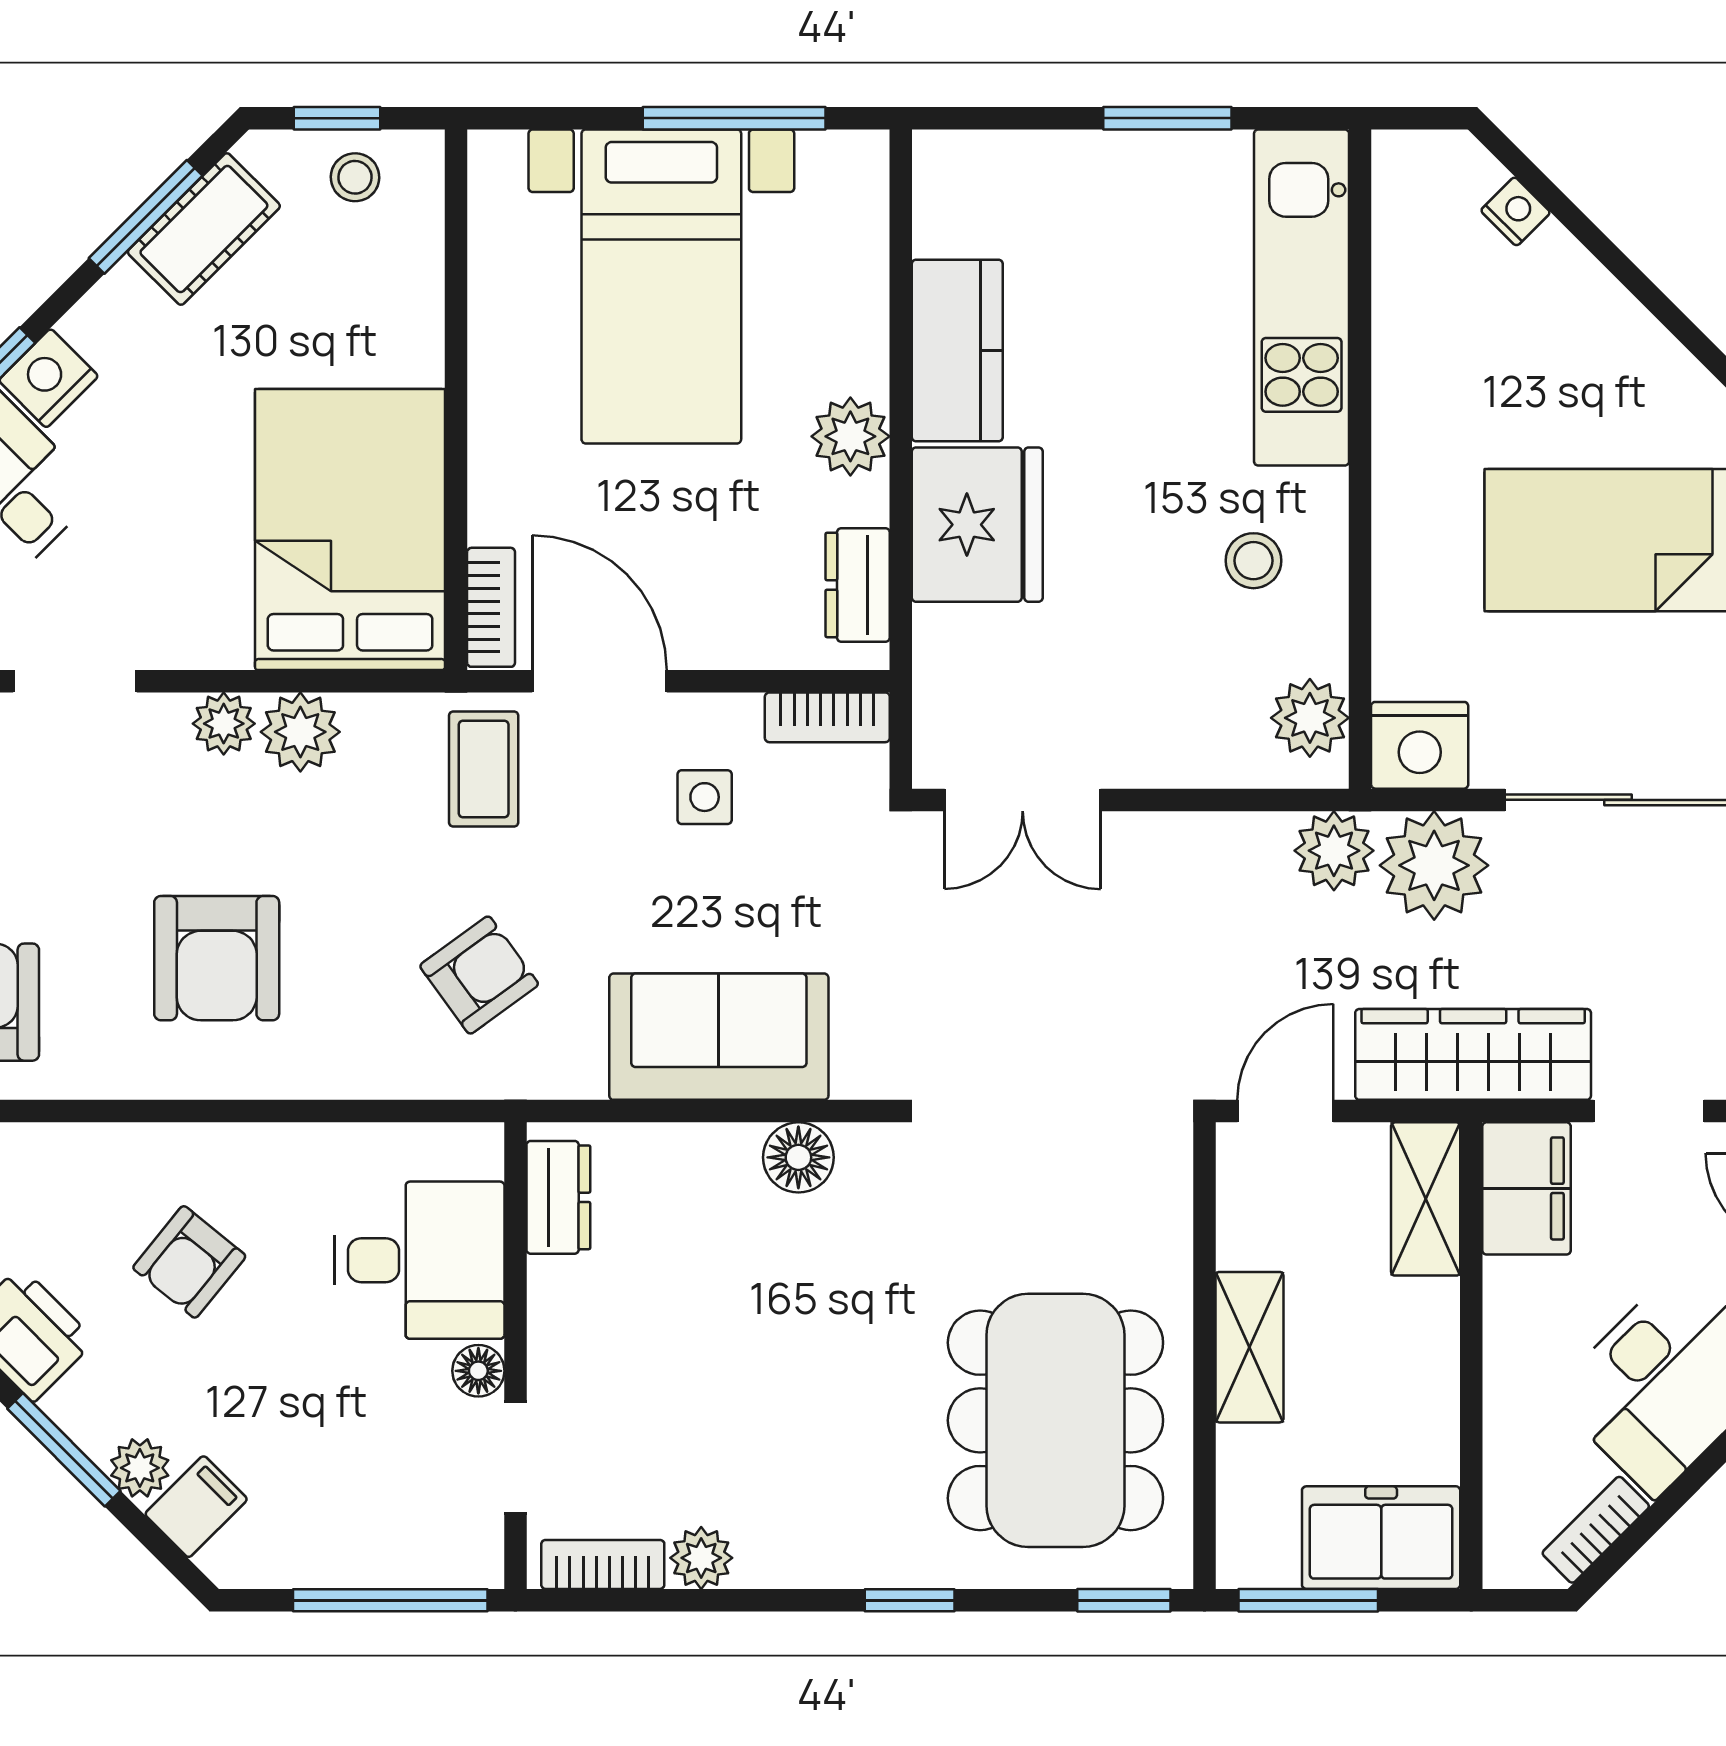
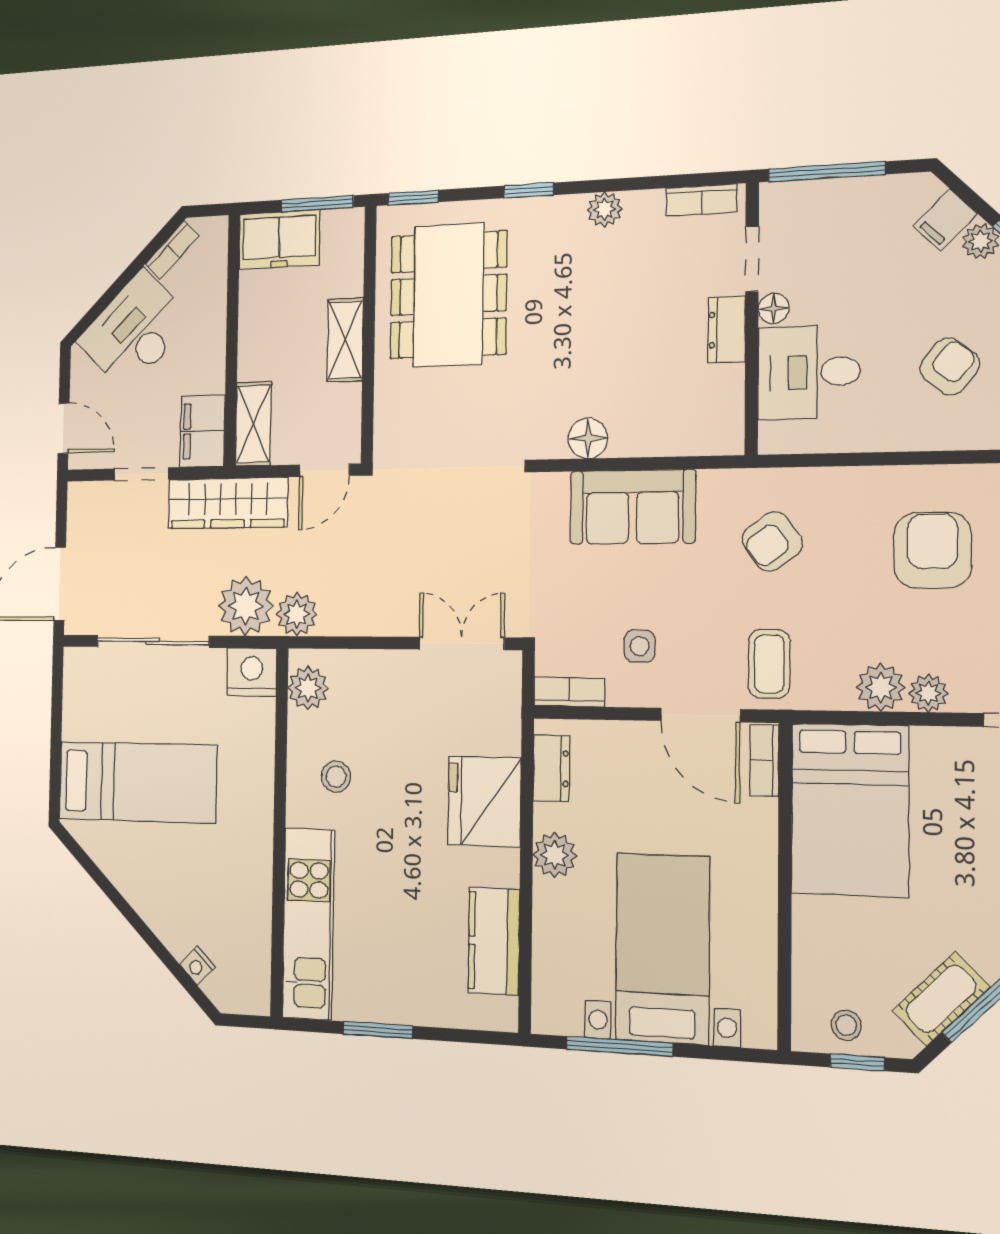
kitchen counter: (957, 351) -> (494, 941), moved
dresser: (558, 1197) -> (727, 330), moved
plant: (701, 1558) -> (605, 209), moved

